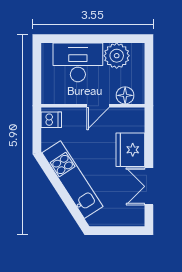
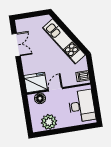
desk: (78, 62) -> (82, 106), moved, turned -90
fridge: (130, 150) -> (36, 82), moved, turned -90

